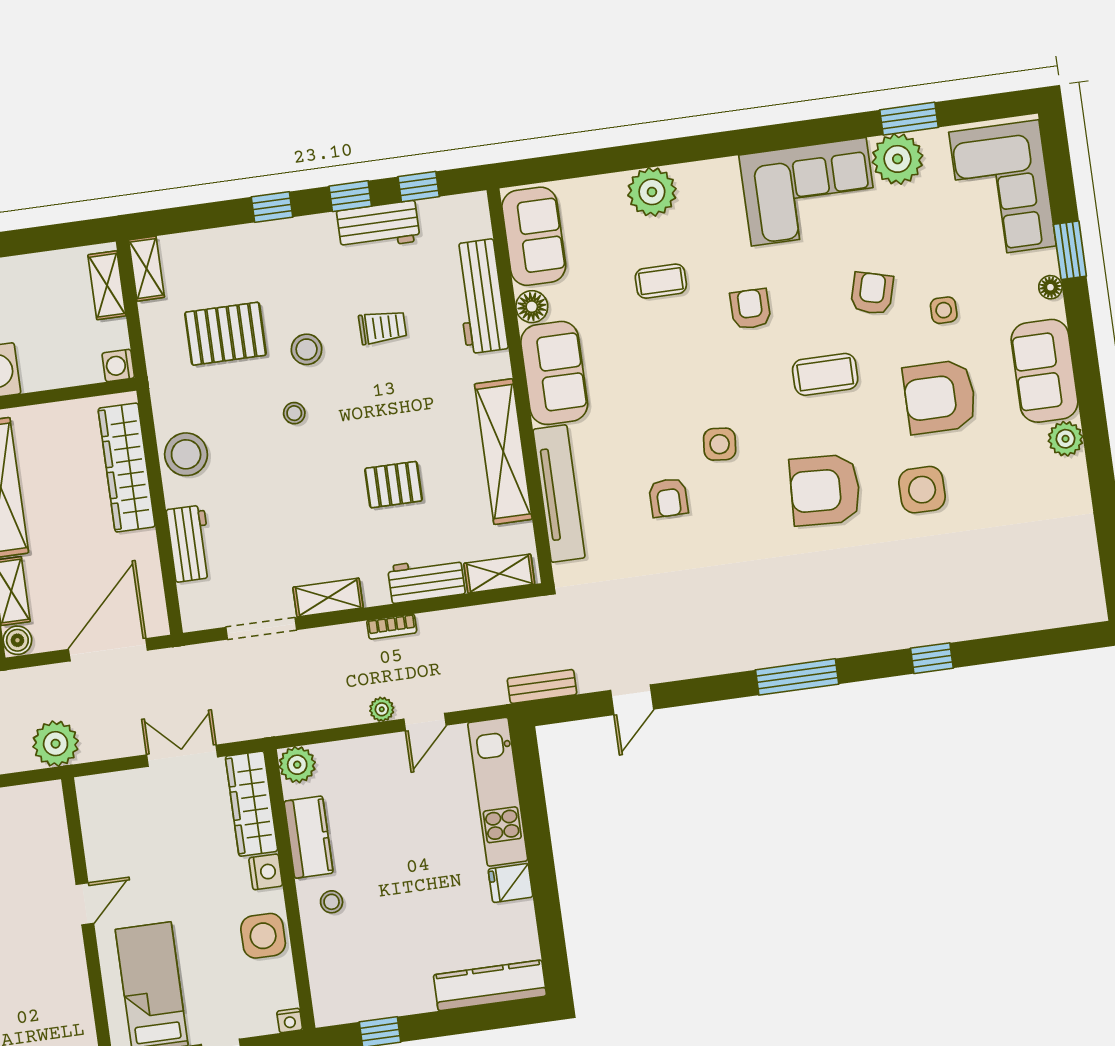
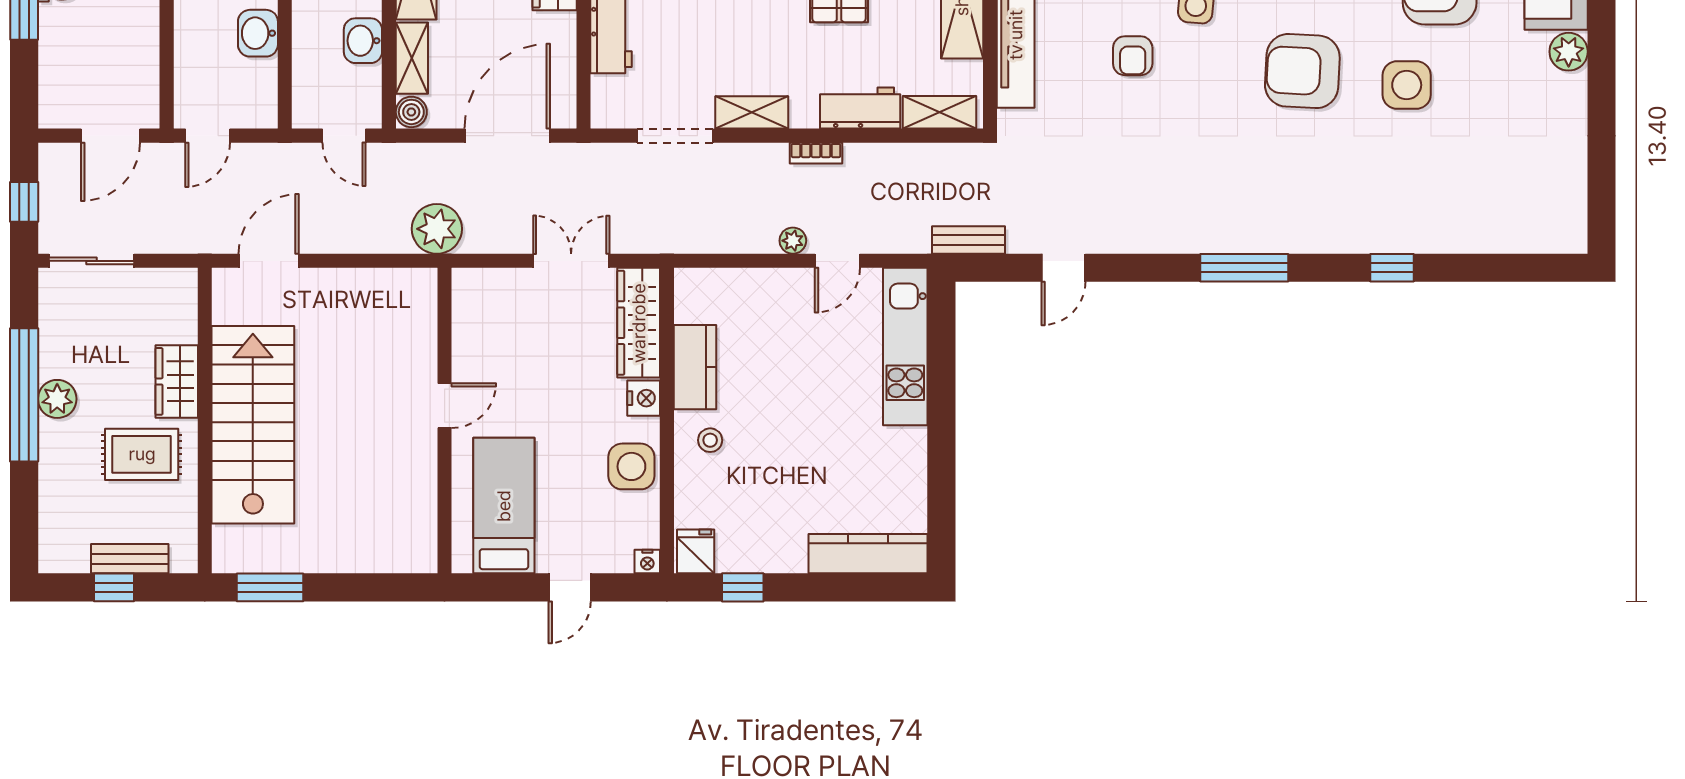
plant: (297, 765) -> (694, 288), removed
fridge: (511, 883) -> (696, 551), moved, turned 90

